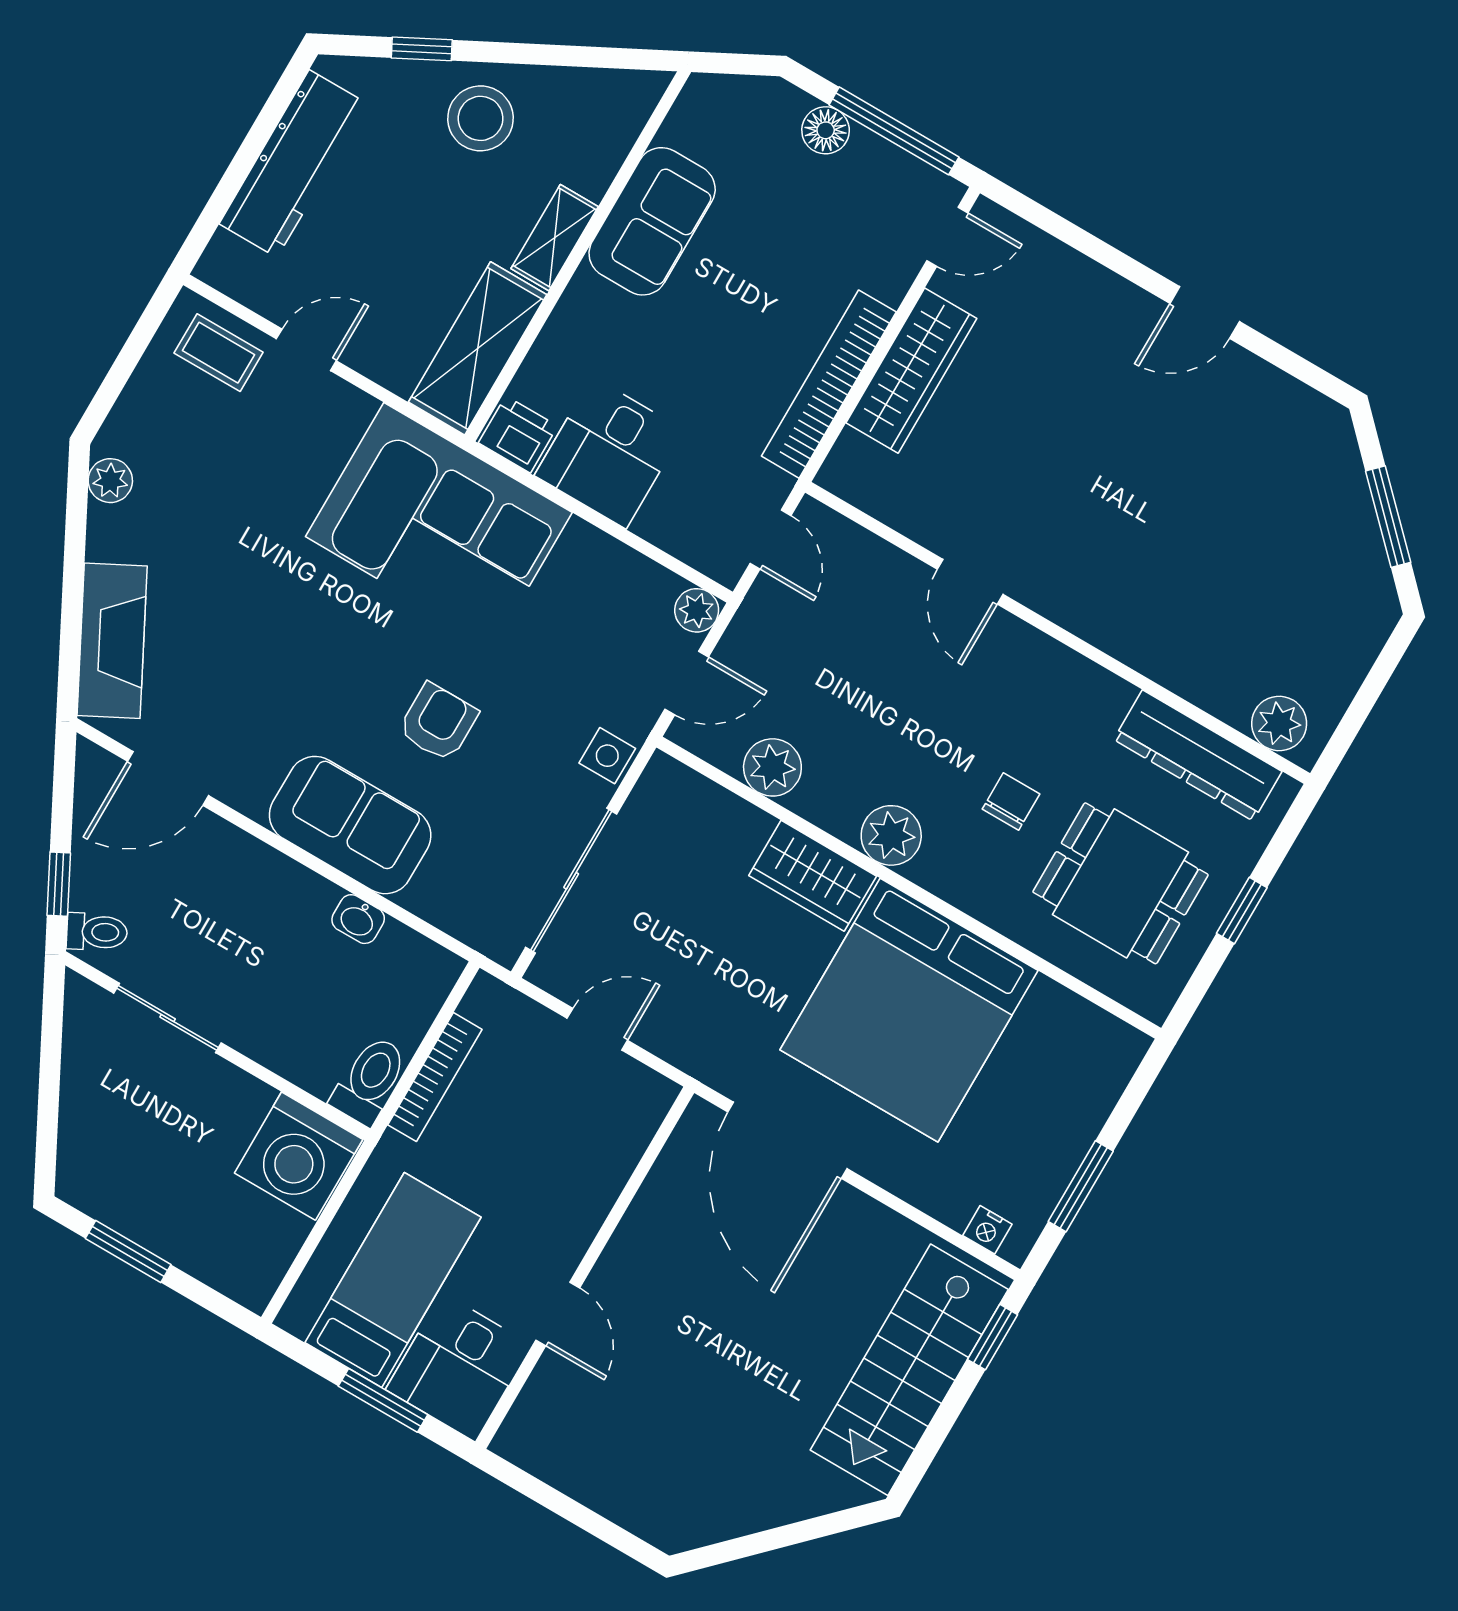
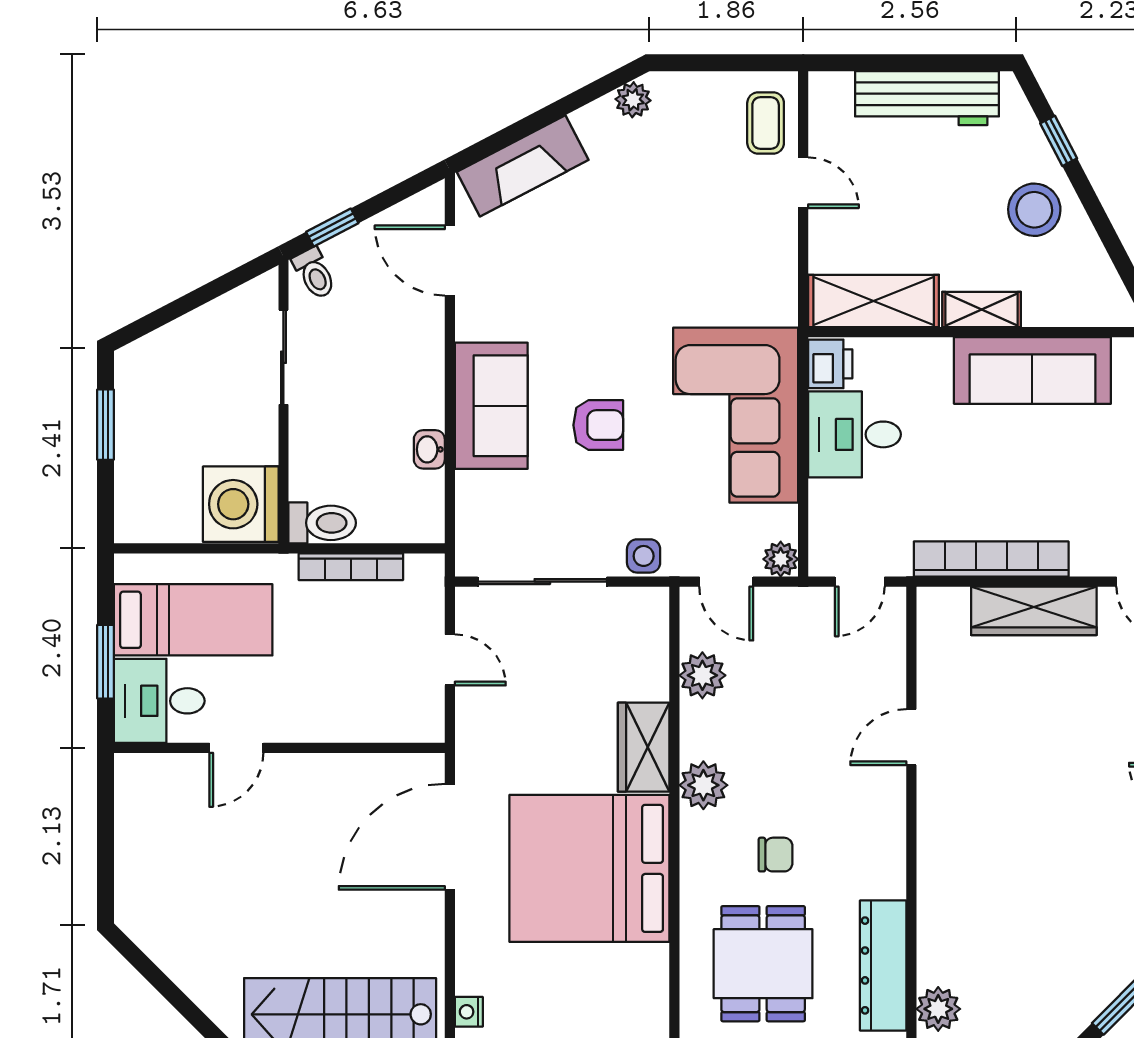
sofa: (652, 221) -> (1032, 370), width x1.36
corner sofa: (439, 525) -> (736, 415), moved

